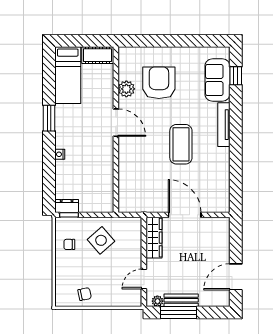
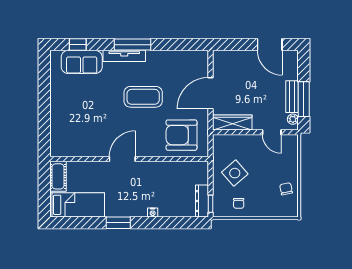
armchair: (159, 83) -> (181, 135), moved
plant: (126, 89) -> (90, 149), removed
window: (236, 133) -> (133, 45), added
dresser: (67, 206) -> (202, 201), width x1.44

